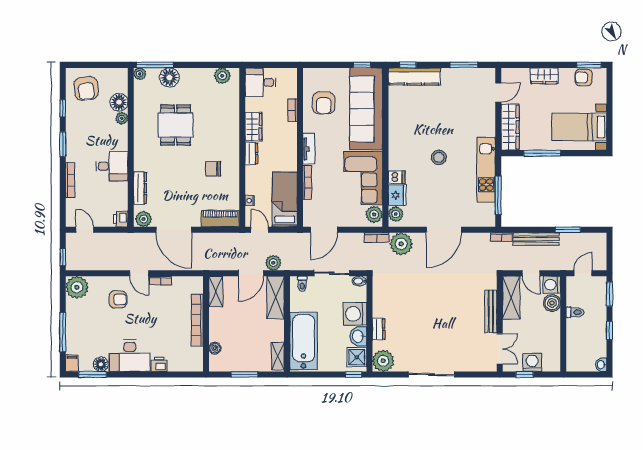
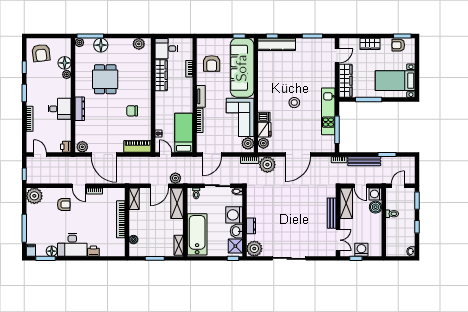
wardrobe: (253, 127) -> (161, 75), width x1.50
dresser: (251, 153) -> (160, 100), removed
dresser: (140, 188) -> (80, 109), moved

